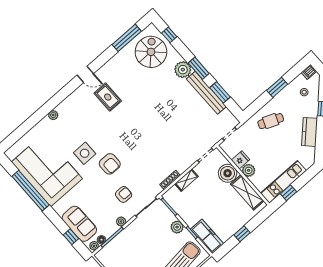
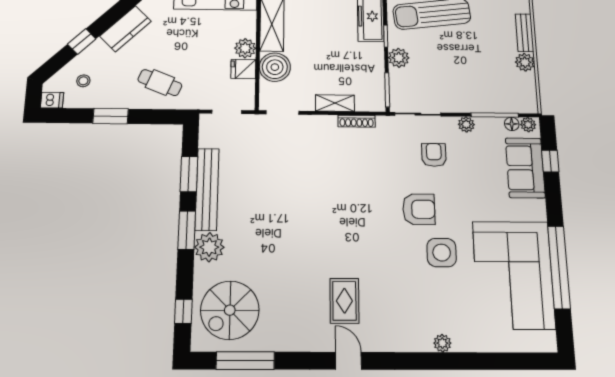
armchair: (110, 164) -> (419, 209), turned 90
armchair: (124, 194) -> (434, 155), turned 90

